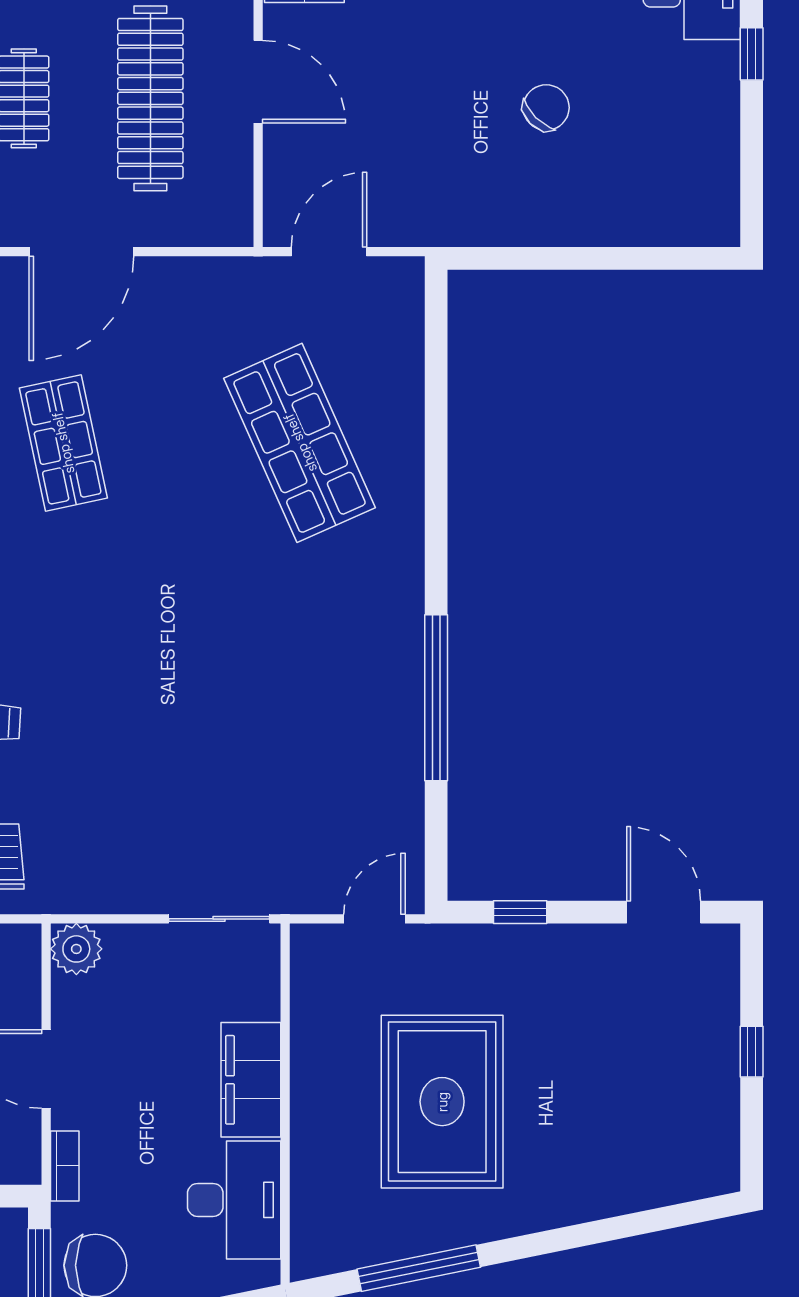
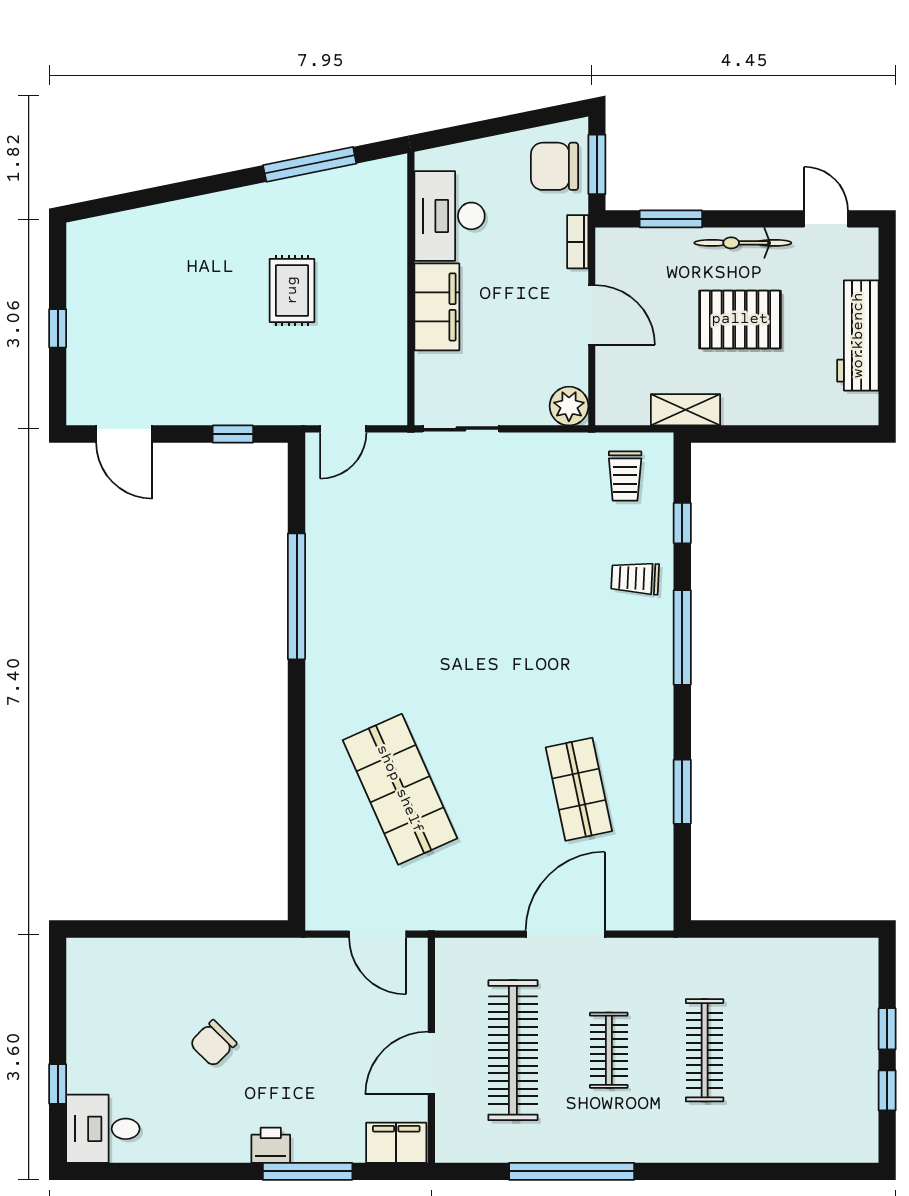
door: (258, 82) -> (431, 1063), hinge flipped
door: (329, 252) -> (378, 934), hinge flipped
rug: (442, 1102) -> (292, 290), width x0.54, depth x0.49

